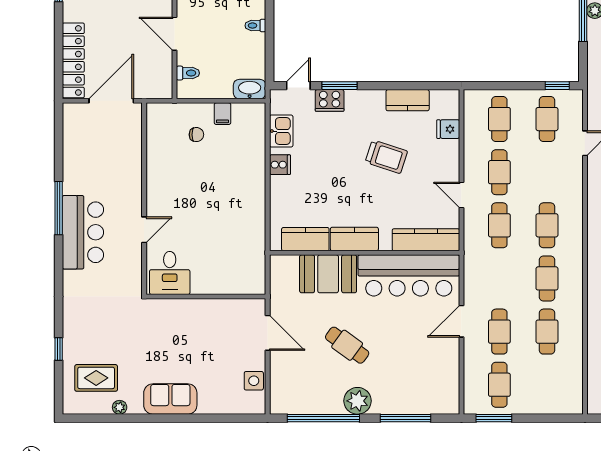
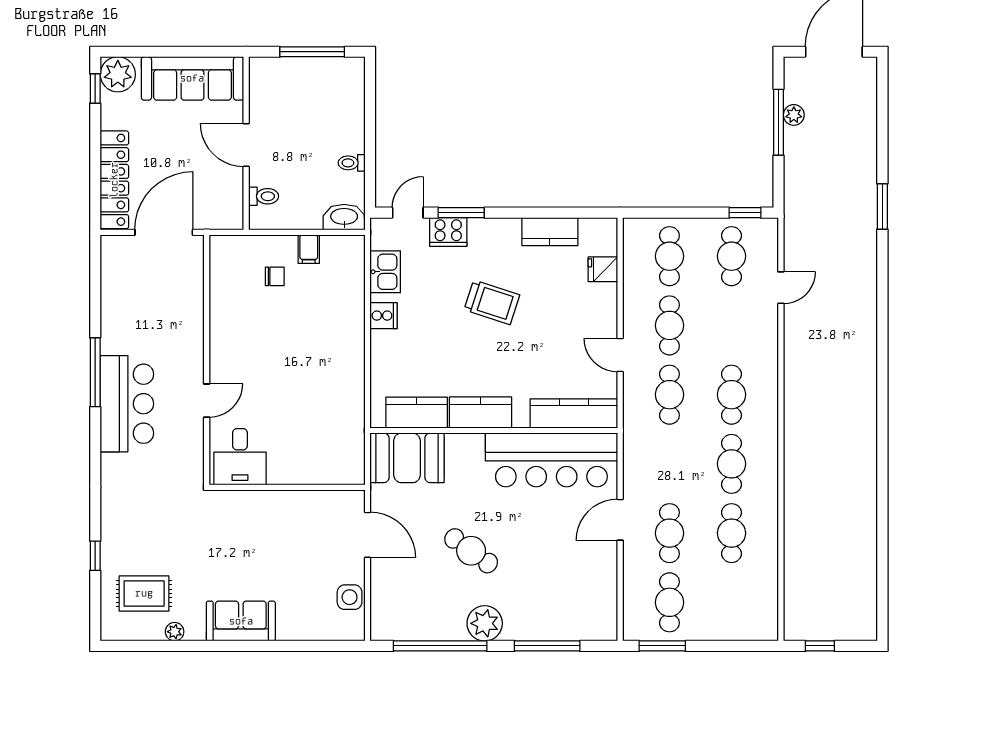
toilet: (255, 26) -> (352, 163), moved
trolley: (386, 157) -> (492, 302), moved
booth: (328, 274) -> (407, 458), moved

